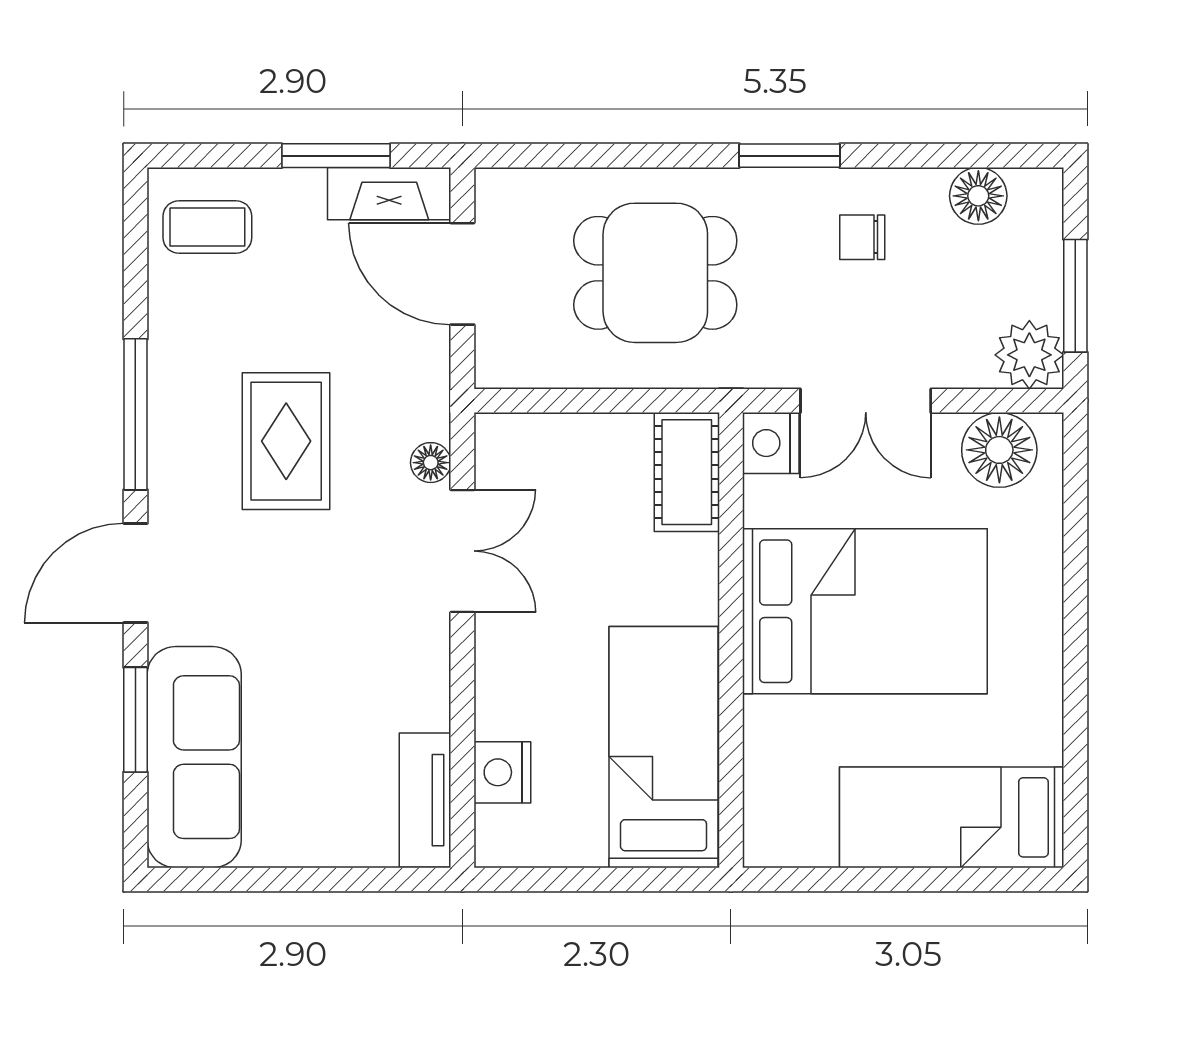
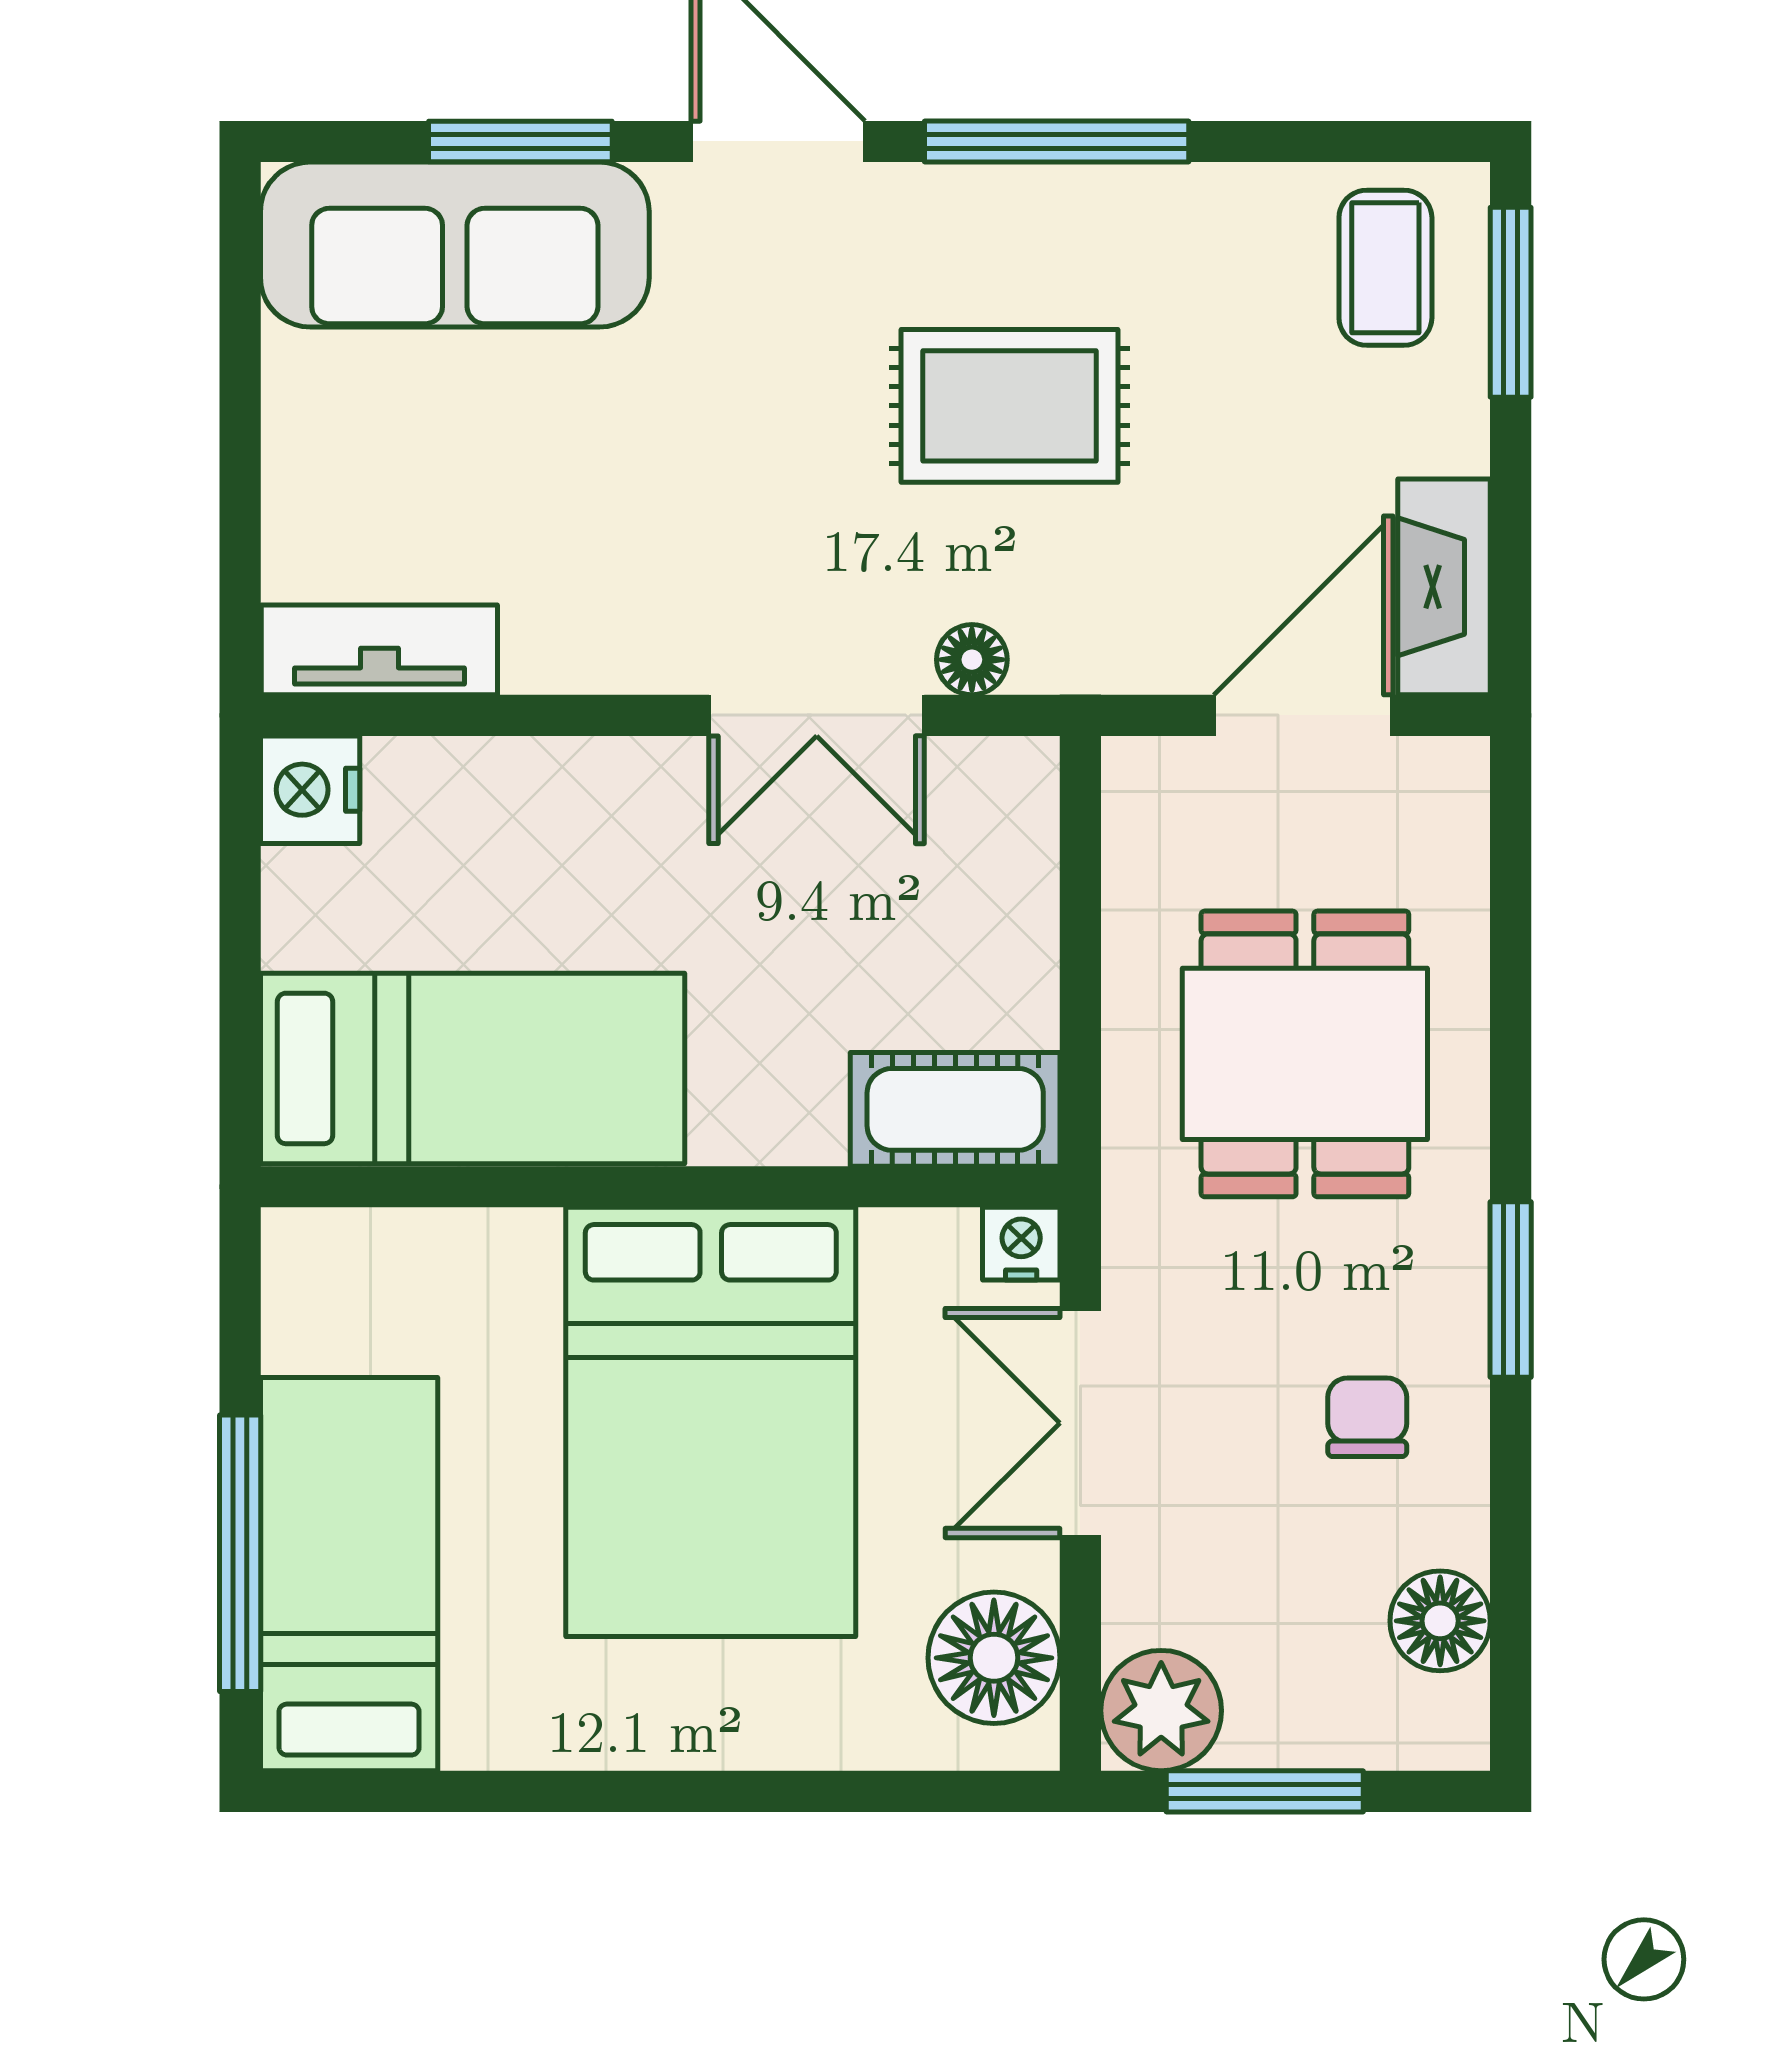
window: (336, 156) -> (1511, 302), moved
nightstand: (771, 443) -> (1021, 1244), width x0.72, depth x0.74
nightstand: (502, 772) -> (310, 790), moved, turned -90
window: (940, 879) -> (240, 1553), added

